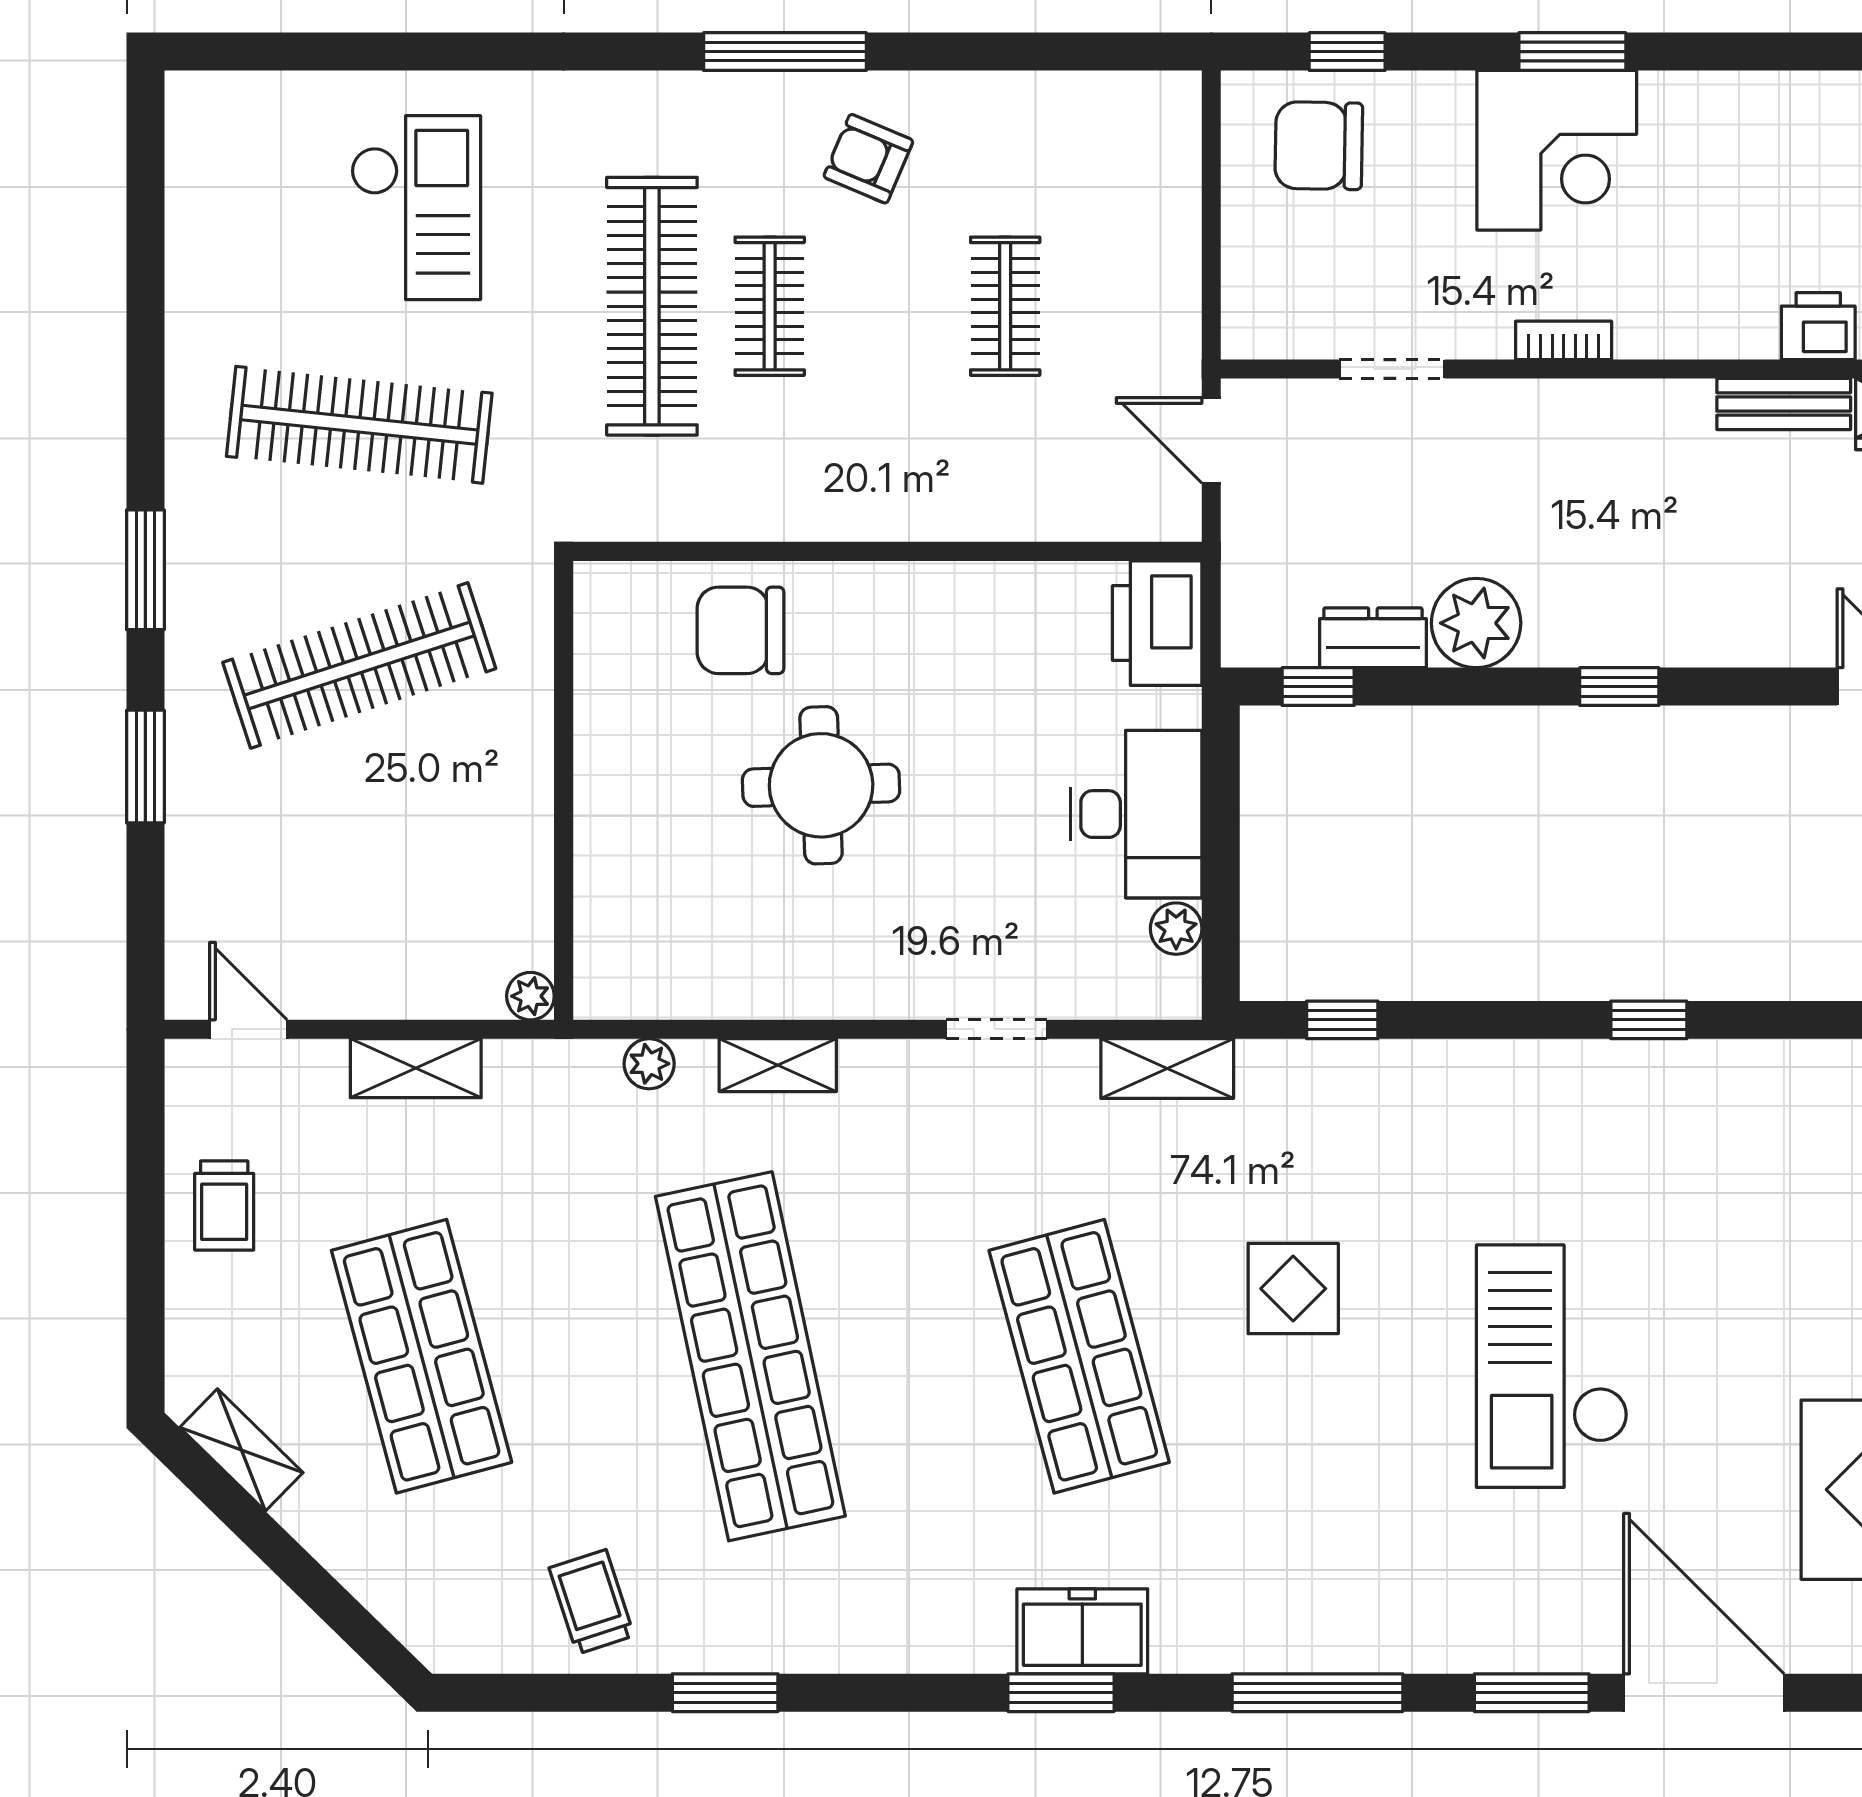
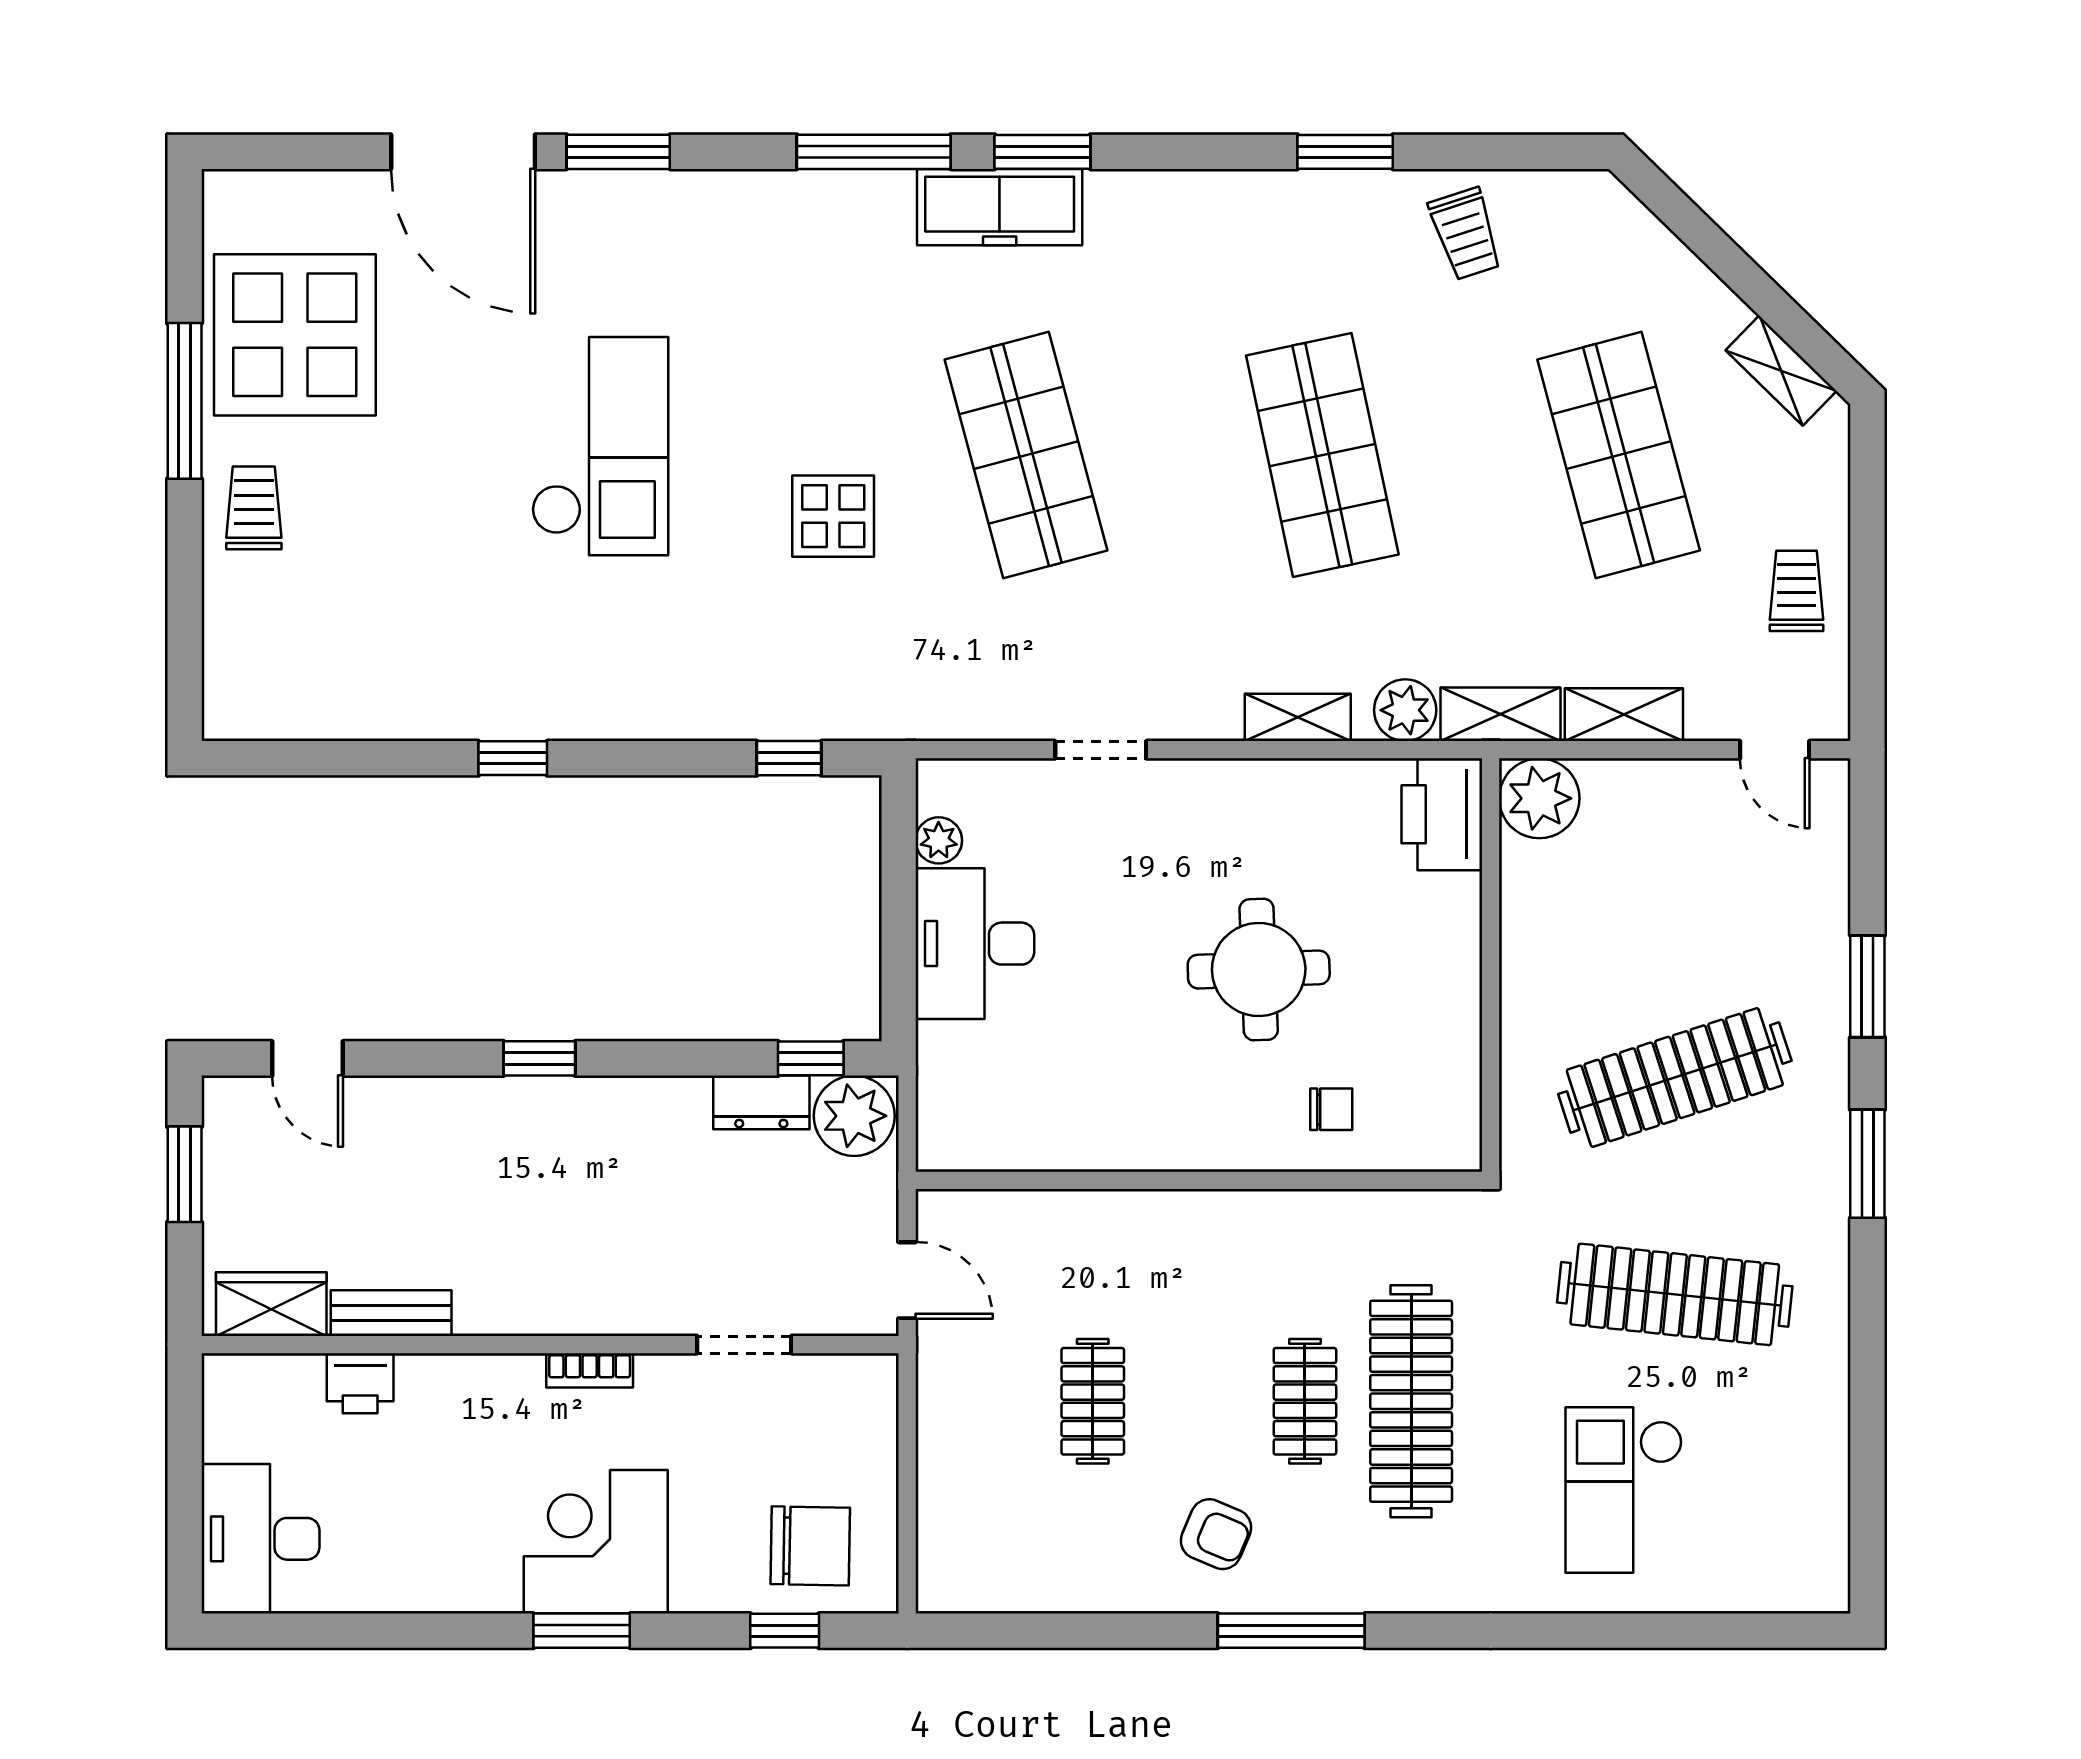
printer: (1157, 623) -> (1442, 814), moved, turned 180
plant: (1476, 623) -> (854, 1116), moved
chair: (741, 630) -> (1331, 1109), width x0.54, depth x0.54
plant: (530, 996) -> (1539, 798), width x1.87, depth x1.87
plant: (649, 1064) -> (1405, 710), width x1.38, depth x1.38
shelving: (1167, 1069) -> (1501, 714), moved
shop shelf: (750, 1356) -> (1322, 455), width x0.71
freezer: (1082, 1631) -> (1000, 207), width x1.40
window: (1317, 1693) -> (874, 152), moved

